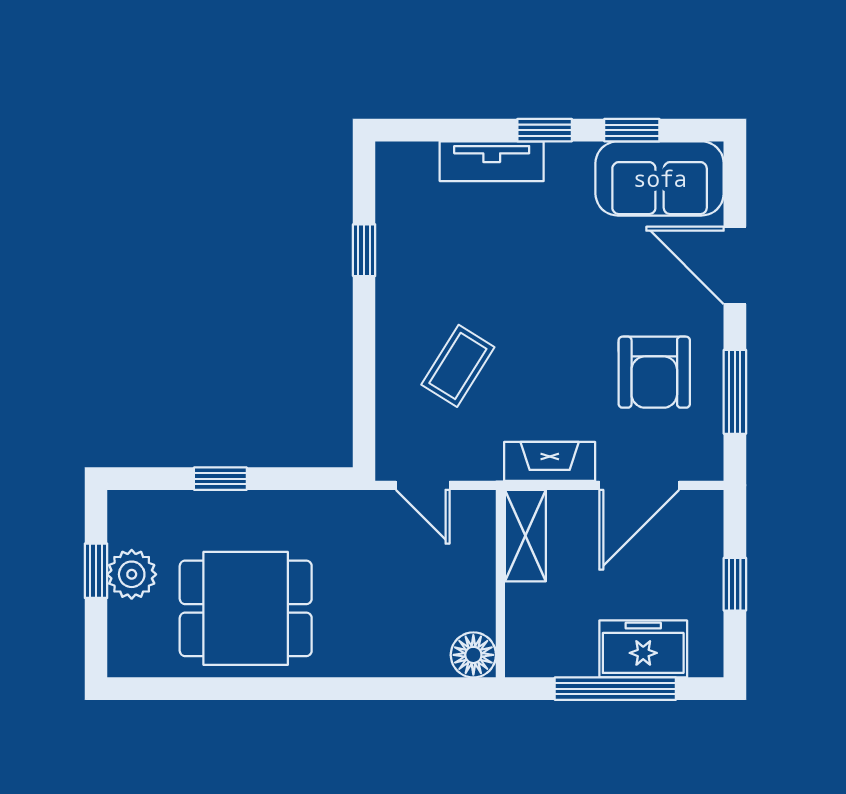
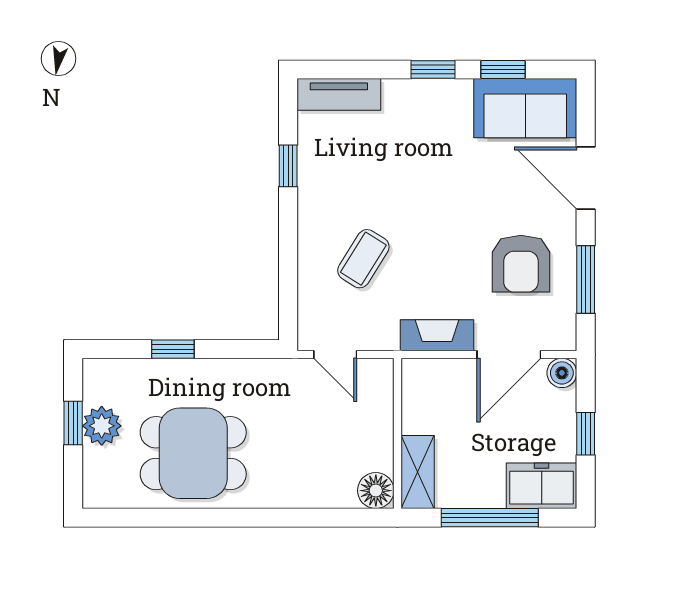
tv unit: (492, 161) -> (339, 94), moved
boiler: (705, 508) -> (562, 373), added
shelving: (525, 536) -> (418, 472), moved
freezer: (643, 649) -> (542, 486), moved

